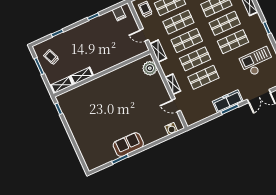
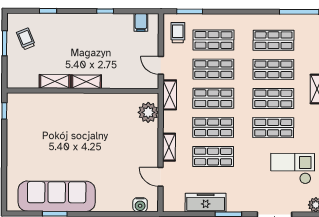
shelving: (62, 85) -> (86, 82), moved
freezer: (228, 101) -> (206, 203), moved
sofa: (128, 145) -> (57, 196), width x1.85, depth x1.27

